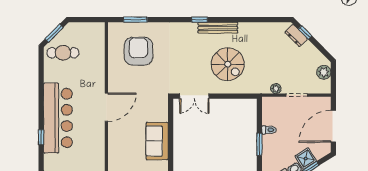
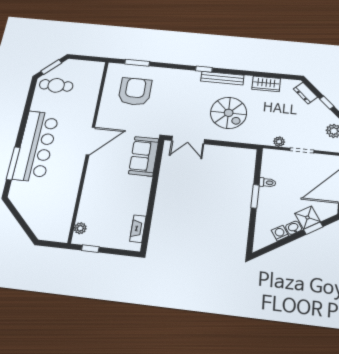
wardrobe: (259, 30) -> (266, 84), added
window: (305, 32) -> (327, 103), moved
window: (41, 137) -> (13, 163), width x2.17
sofa: (157, 141) -> (144, 156), moved

